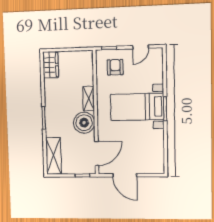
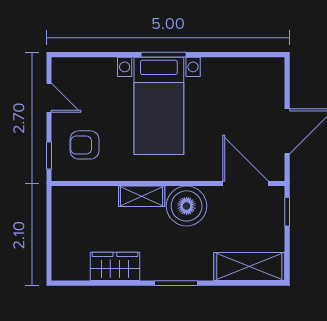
wardrobe: (51, 65) -> (115, 266), moved

